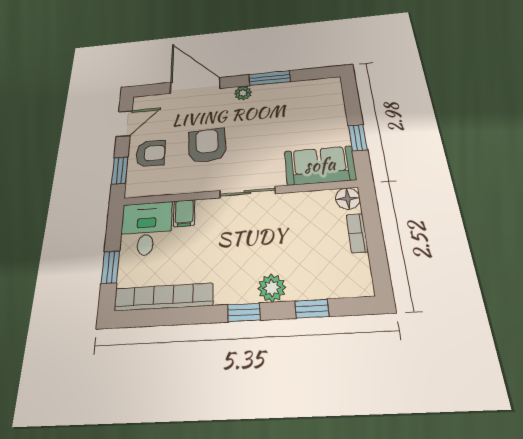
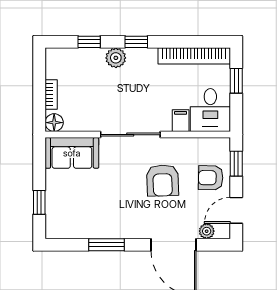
plant: (243, 93) -> (207, 231), moved
window: (358, 138) -> (39, 202), moved
sliding door: (247, 192) -> (130, 135), width x1.37

